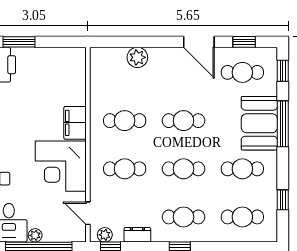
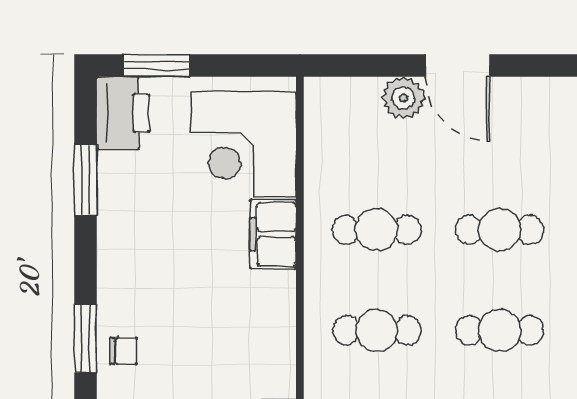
door: (199, 42) -> (458, 66), moved
corner desk: (61, 166) -> (243, 144), moved

